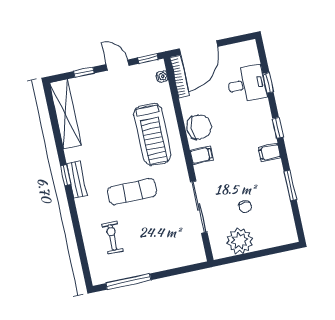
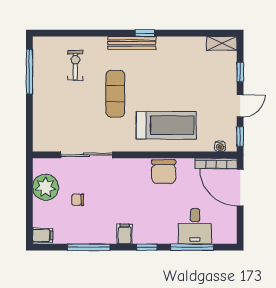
window: (268, 83) -> (192, 247), width x2.17
shelving: (65, 114) -> (222, 43), width x0.45, depth x0.75
treadmill: (153, 134) -> (166, 125), turned 180
filing cabinet: (201, 155) -> (43, 235), moved, turned -90
bench: (77, 180) -> (132, 43), width x1.36
window: (290, 185) -> (89, 247), width x1.44
exercise bike: (112, 237) -> (75, 65), turned -90

